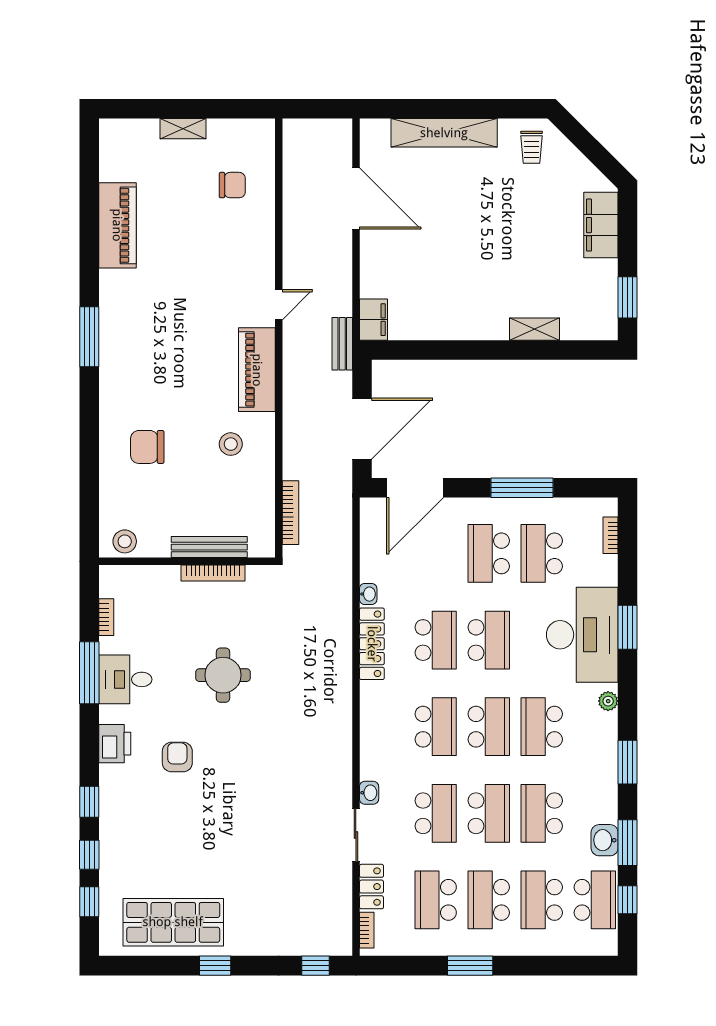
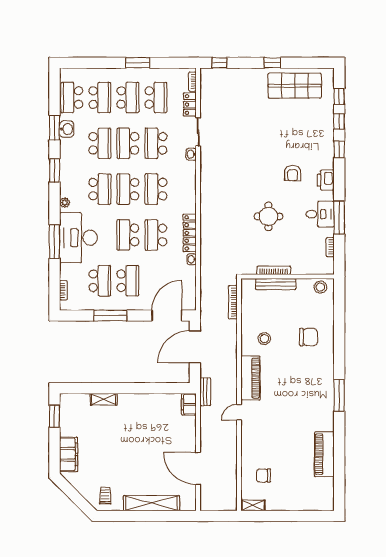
shelving: (183, 129) -> (253, 505), moved
window: (628, 627) -> (54, 242), width x1.44
window: (628, 900) -> (54, 98), removed

